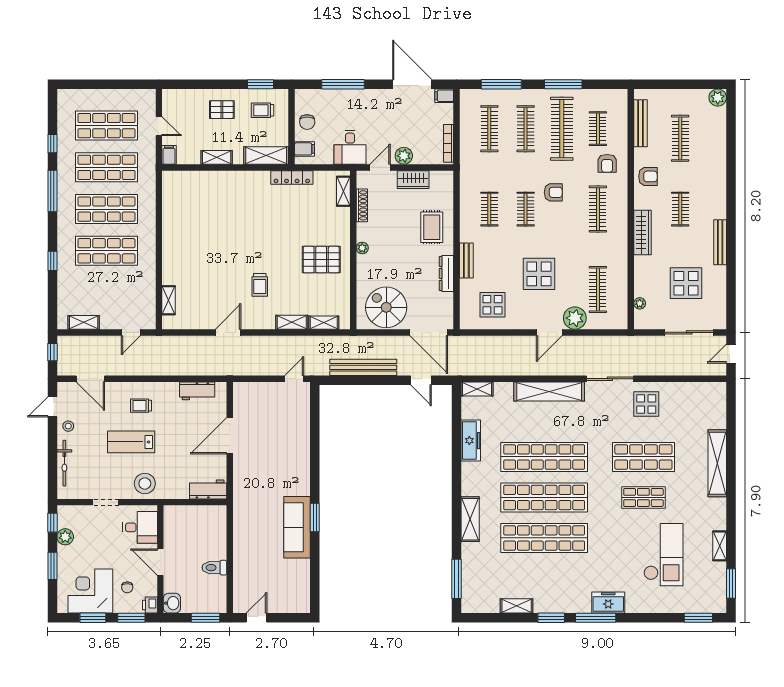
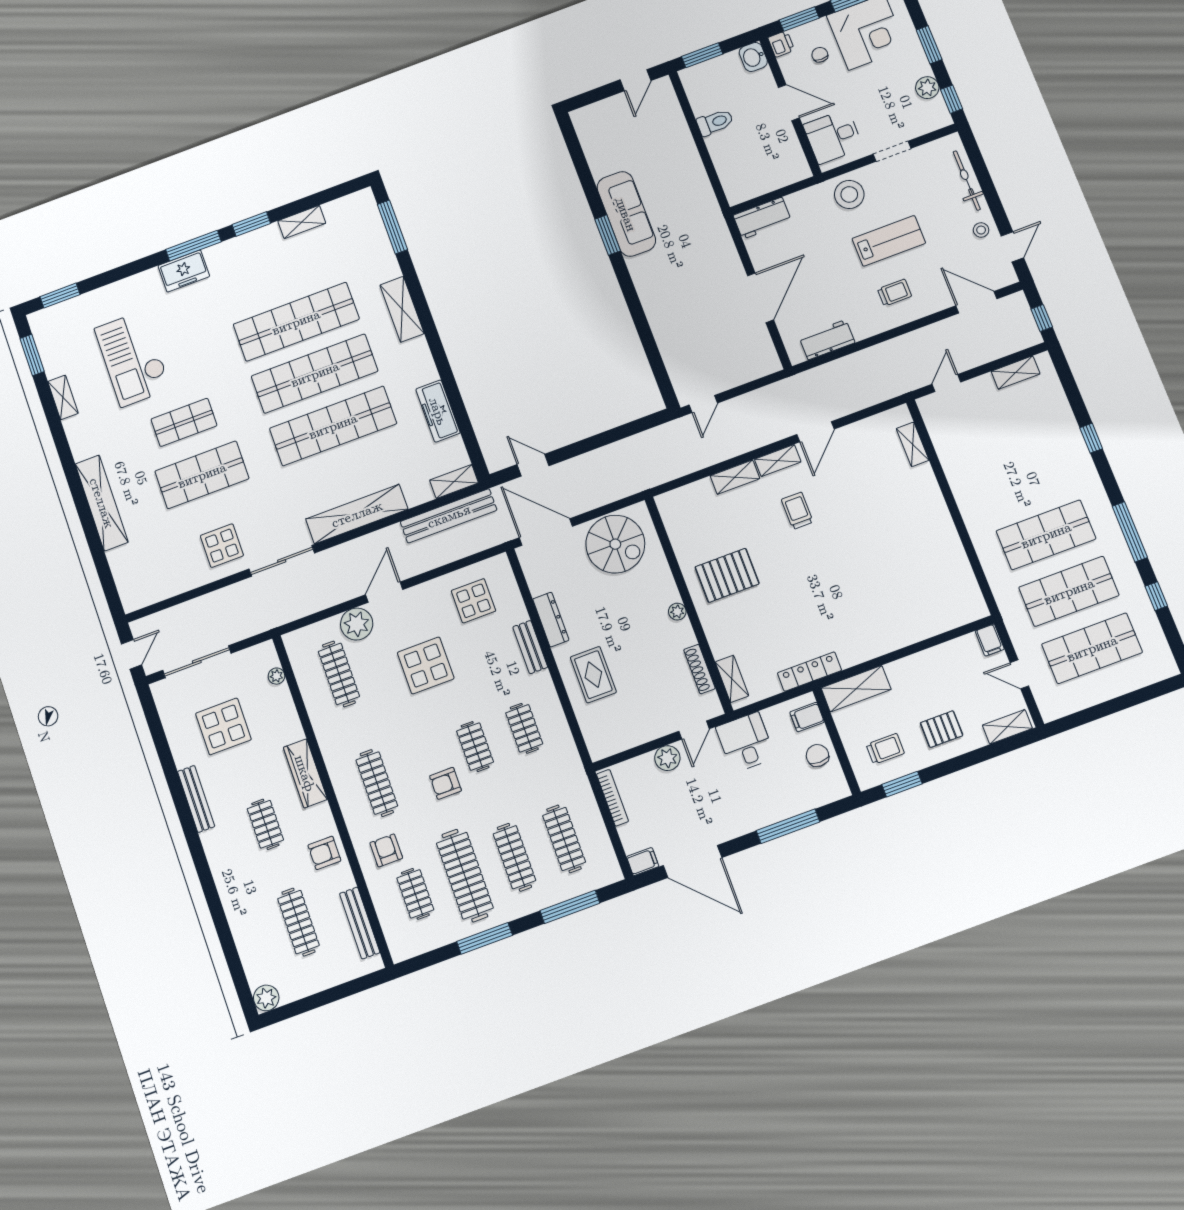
shelving: (217, 157) -> (1007, 727), moved
wardrobe: (413, 180) -> (643, 730), removed
shop shelf: (106, 251) -> (1023, 479), removed
shelving: (324, 323) -> (778, 461), moved
bench: (363, 367) -> (449, 516), moved

